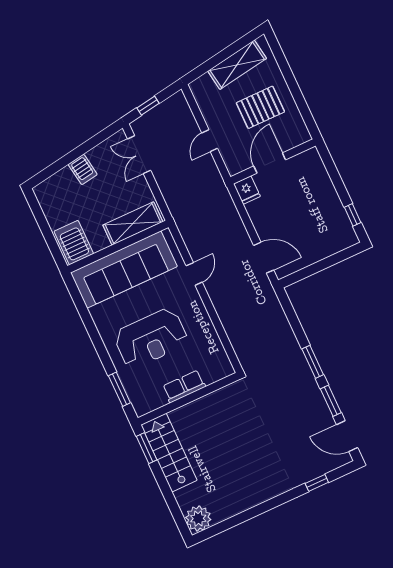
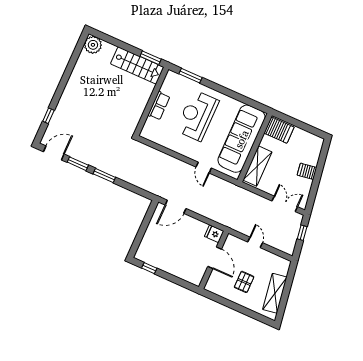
pallet: (260, 107) -> (244, 282), width x0.67, depth x0.71

